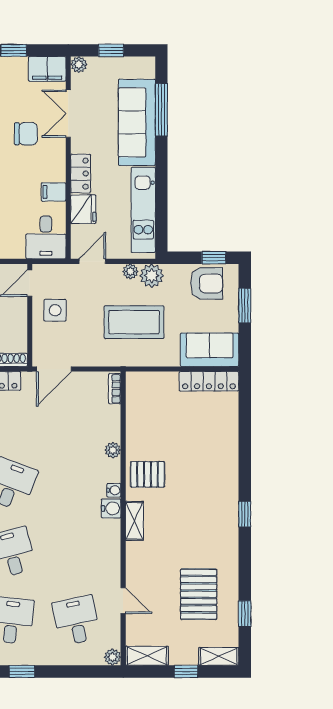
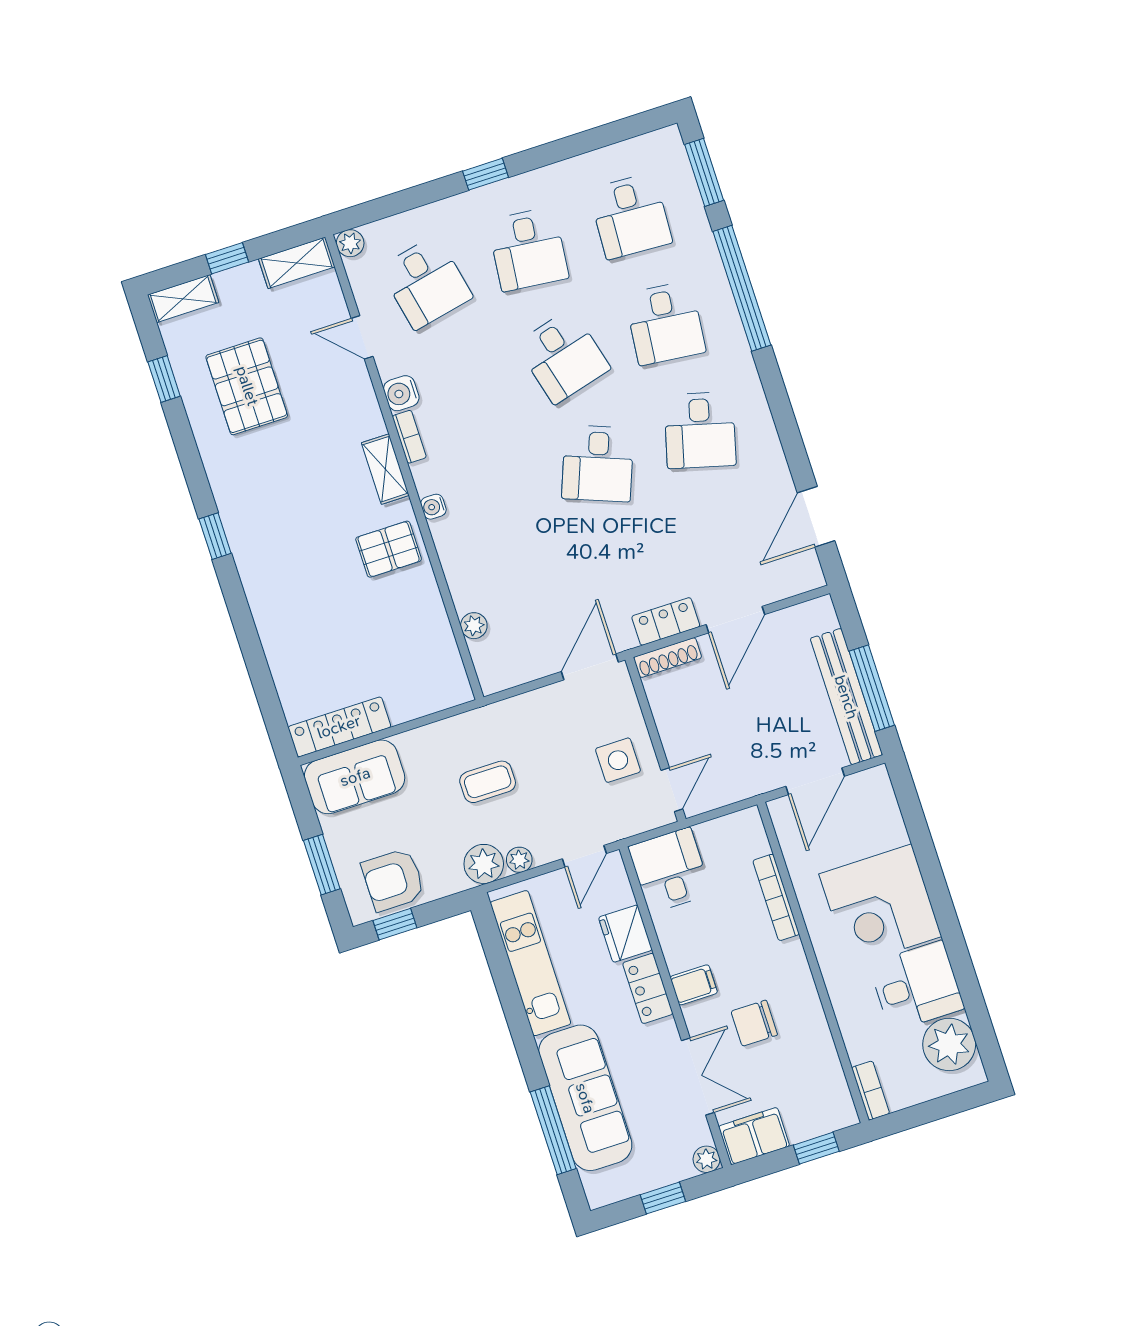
filing cabinet: (54, 192) -> (694, 985), moved
coffee table: (134, 322) -> (488, 782), width x0.54, depth x0.58
bookcase: (115, 389) -> (409, 437), moved
plant: (113, 450) -> (474, 626), moved
water cooler: (111, 508) -> (401, 393), moved

